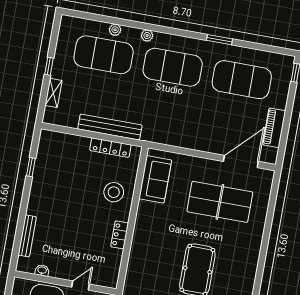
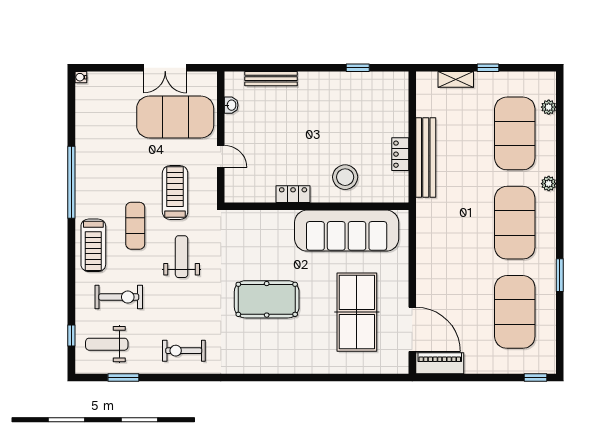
plant: (115, 30) -> (549, 107), moved
piano: (274, 128) -> (440, 363), moved
locker: (110, 148) -> (400, 154), width x0.66
sofa: (155, 179) -> (347, 231), width x1.85, depth x1.27

